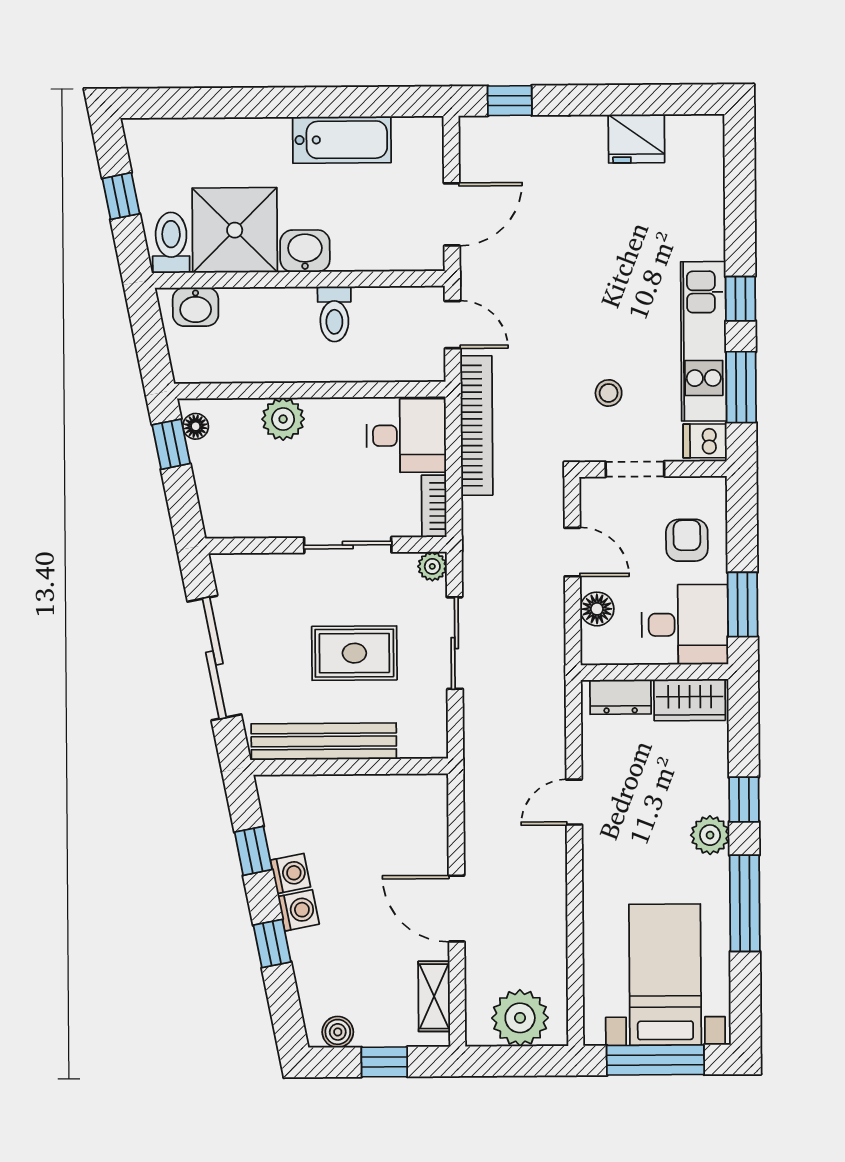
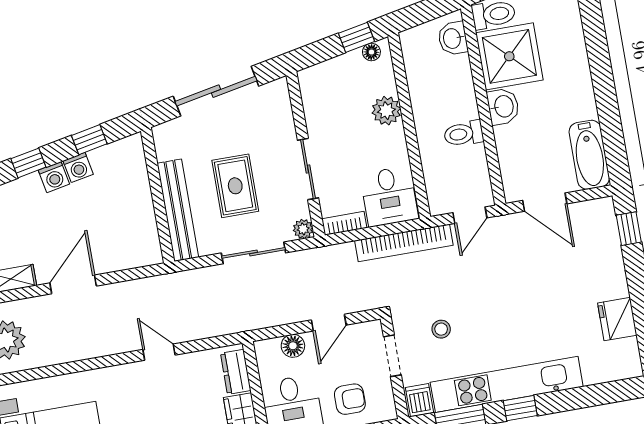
bathtub: (342, 140) -> (589, 155), moved
kitchen unit: (704, 341) -> (507, 384), width x1.36
bench: (324, 741) -> (178, 210), moved

